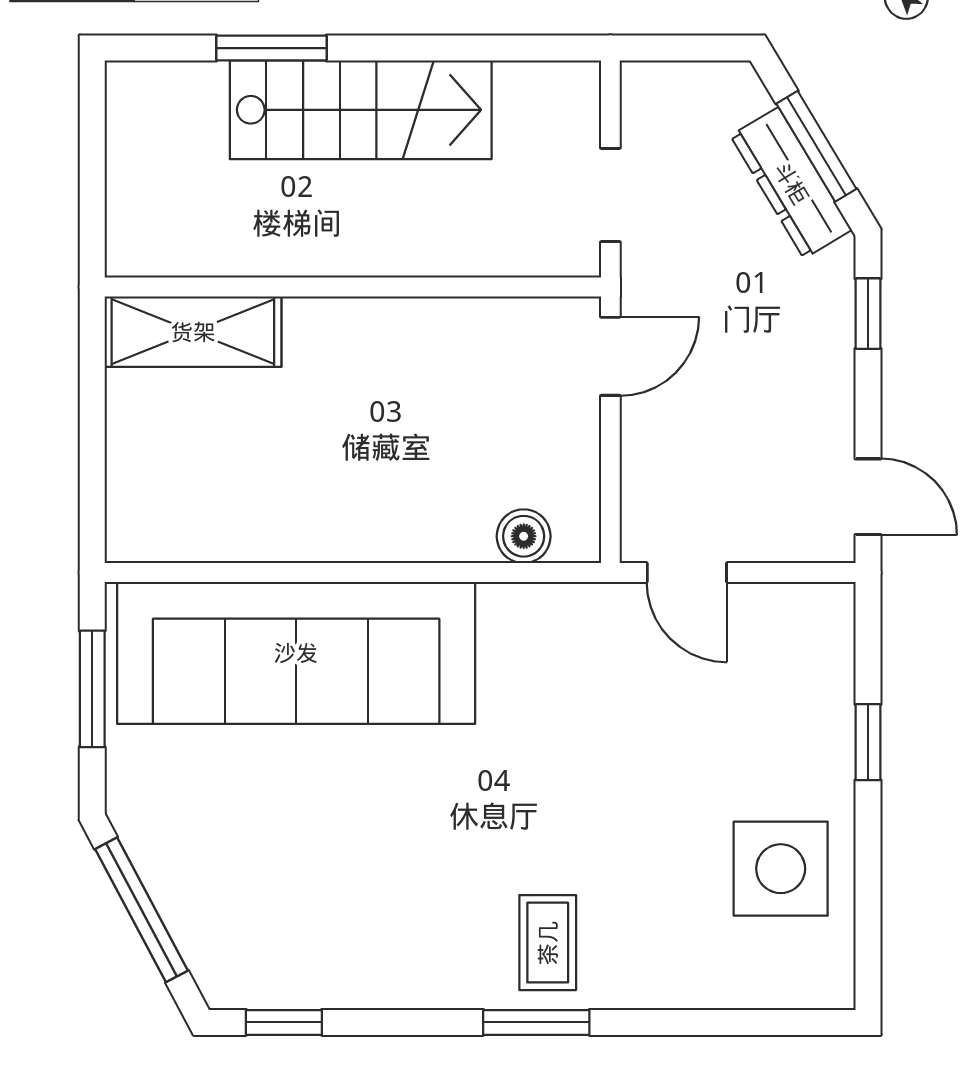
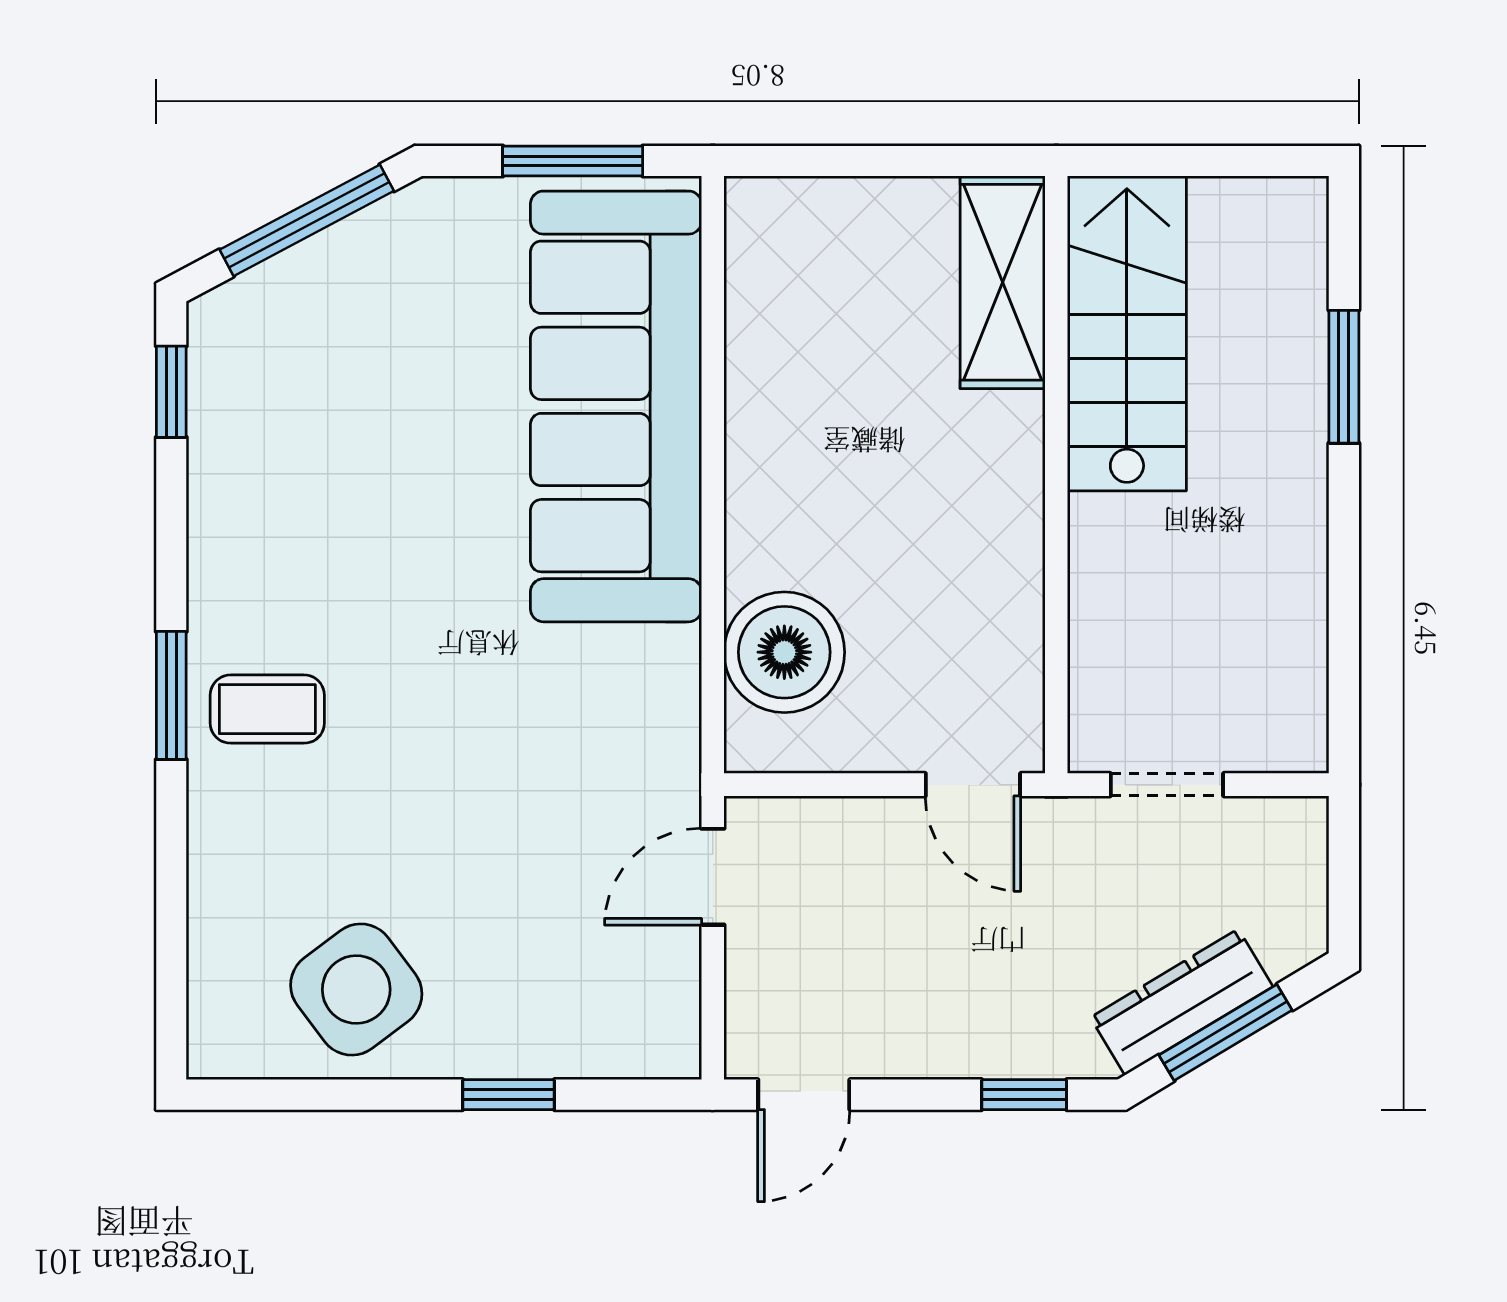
stairs: (361, 110) -> (1127, 333), moved, turned 180
boiler: (524, 536) -> (784, 652), width x1.86, depth x1.86
side table: (781, 869) -> (356, 989), turned -37

